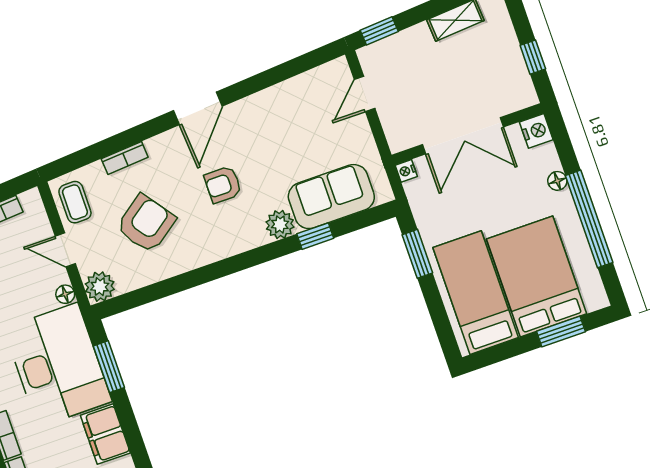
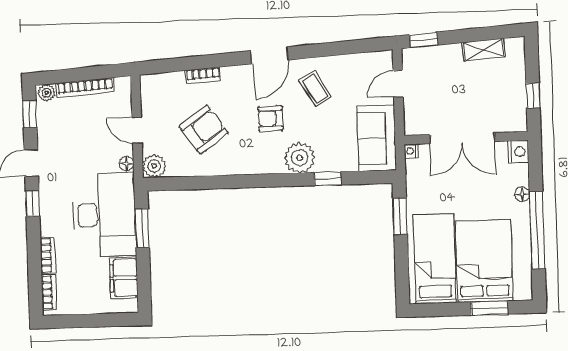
sofa: (331, 197) -> (377, 138), moved, turned -90
coffee table: (75, 202) -> (315, 88), moved, turned -31
plant: (280, 224) -> (300, 158), width x1.36, depth x1.36

